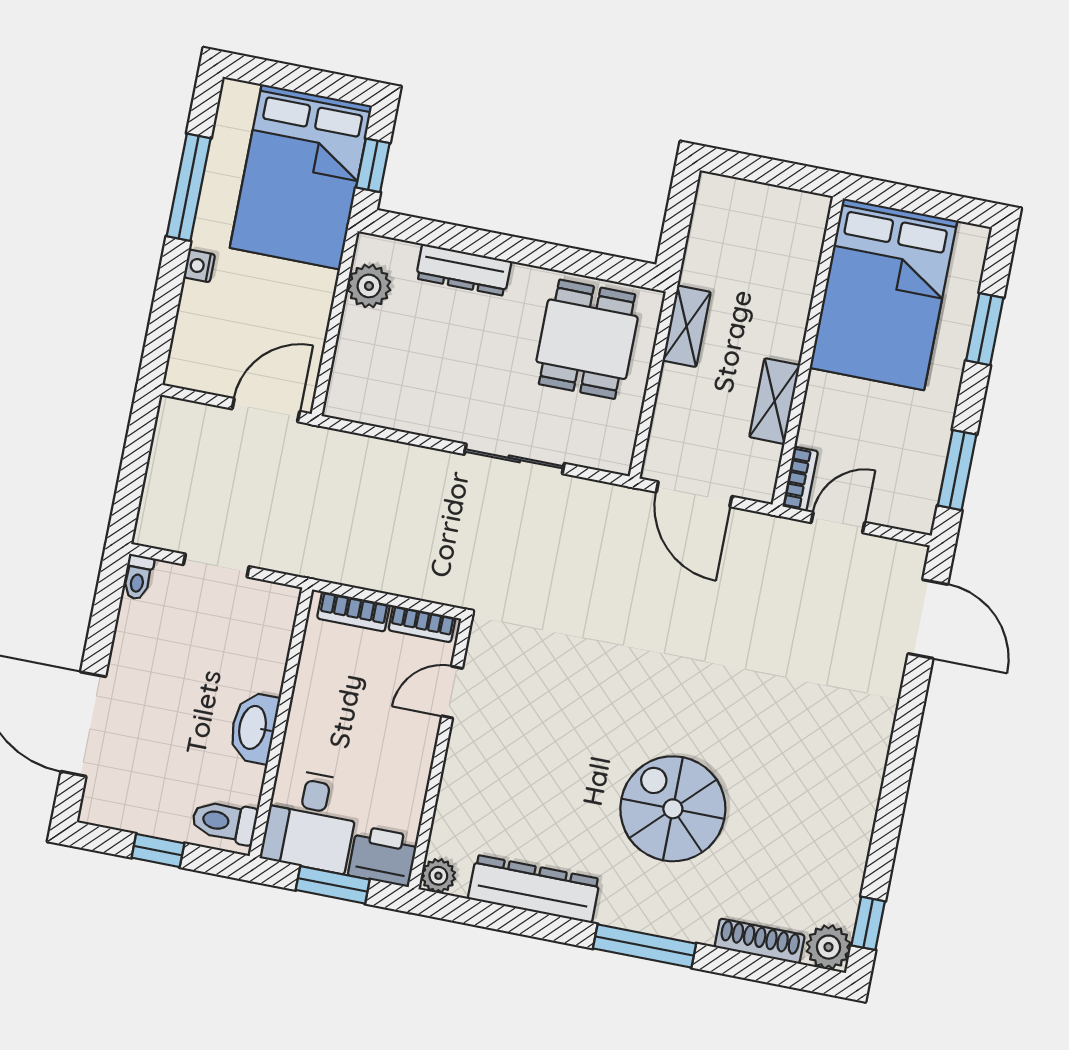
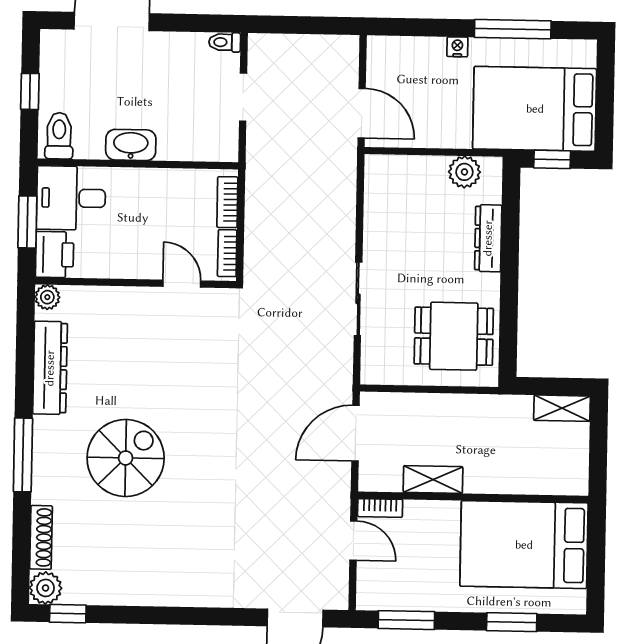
shelving: (687, 326) -> (562, 408), moved

